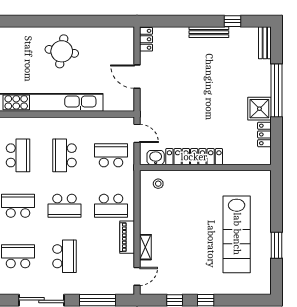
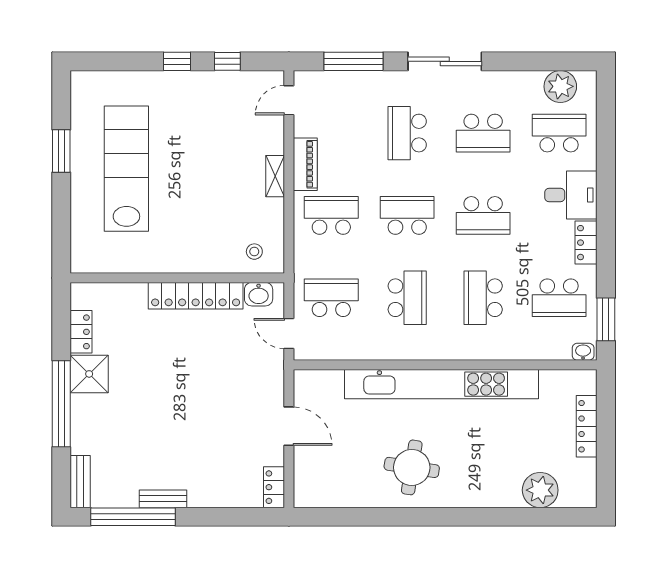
window: (232, 21) -> (133, 517), width x3.17
bench: (209, 32) -> (163, 499), width x0.73
school desk: (111, 155) -> (331, 298), turned 180
shelving: (145, 247) -> (275, 176), moved

